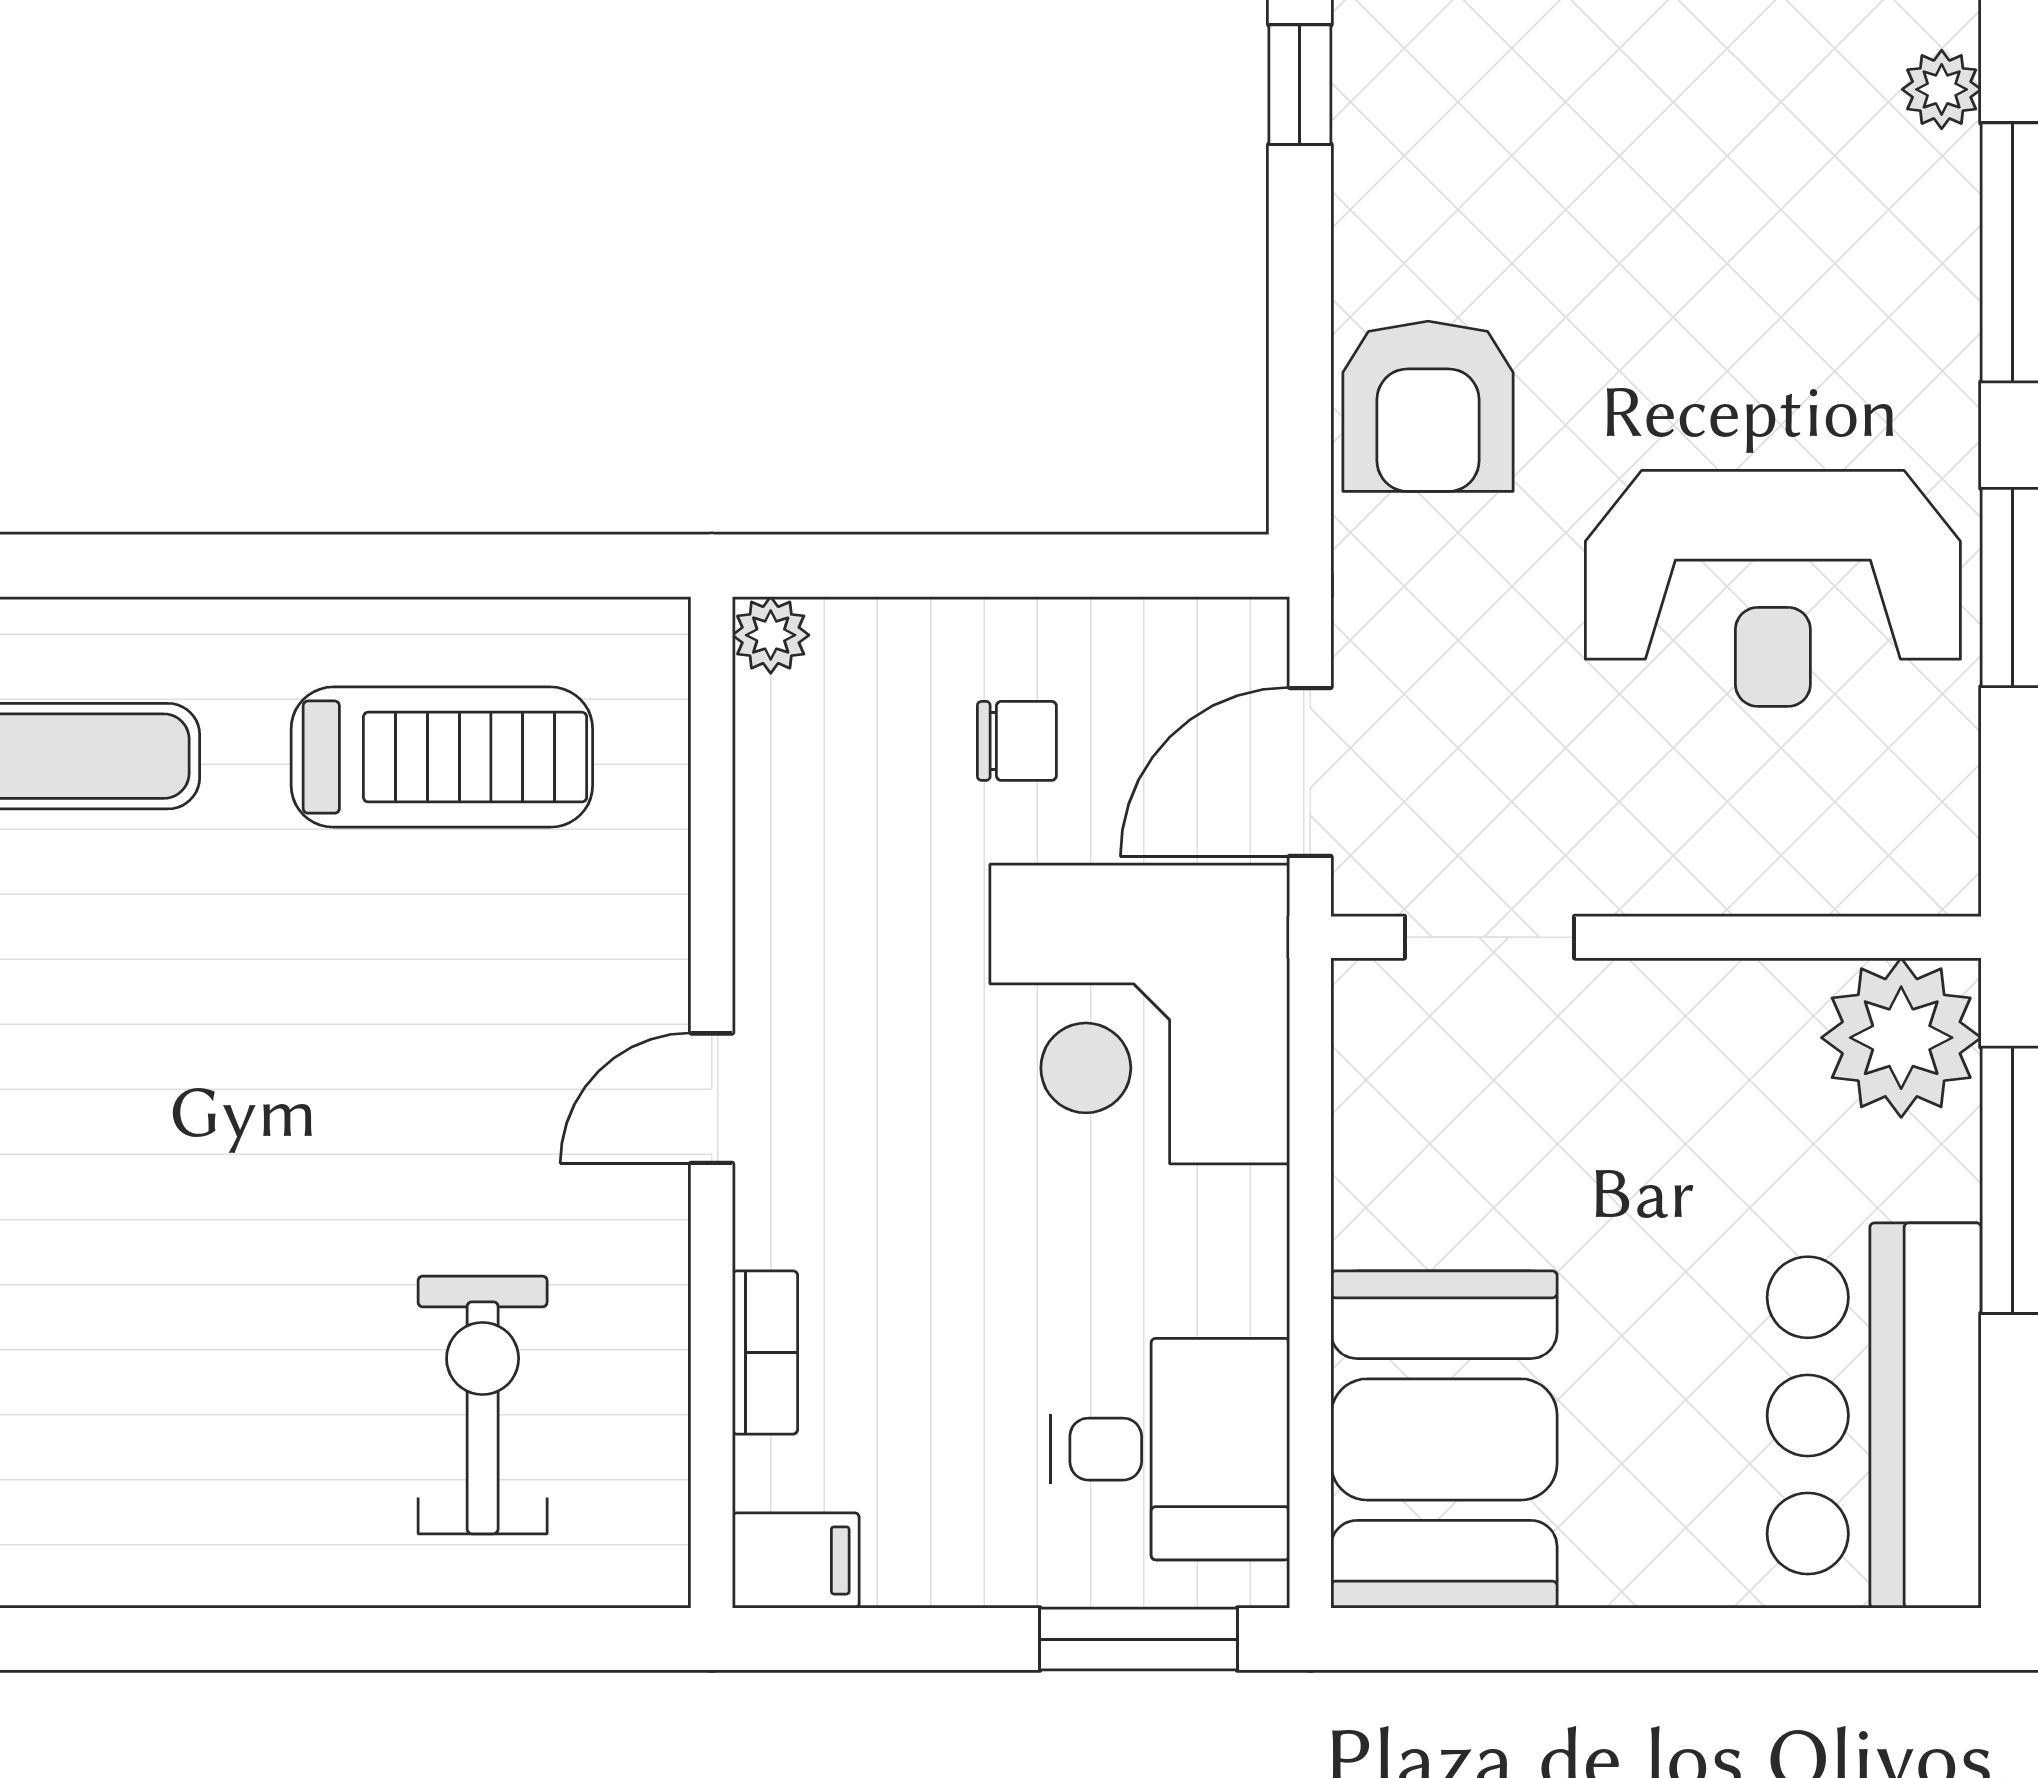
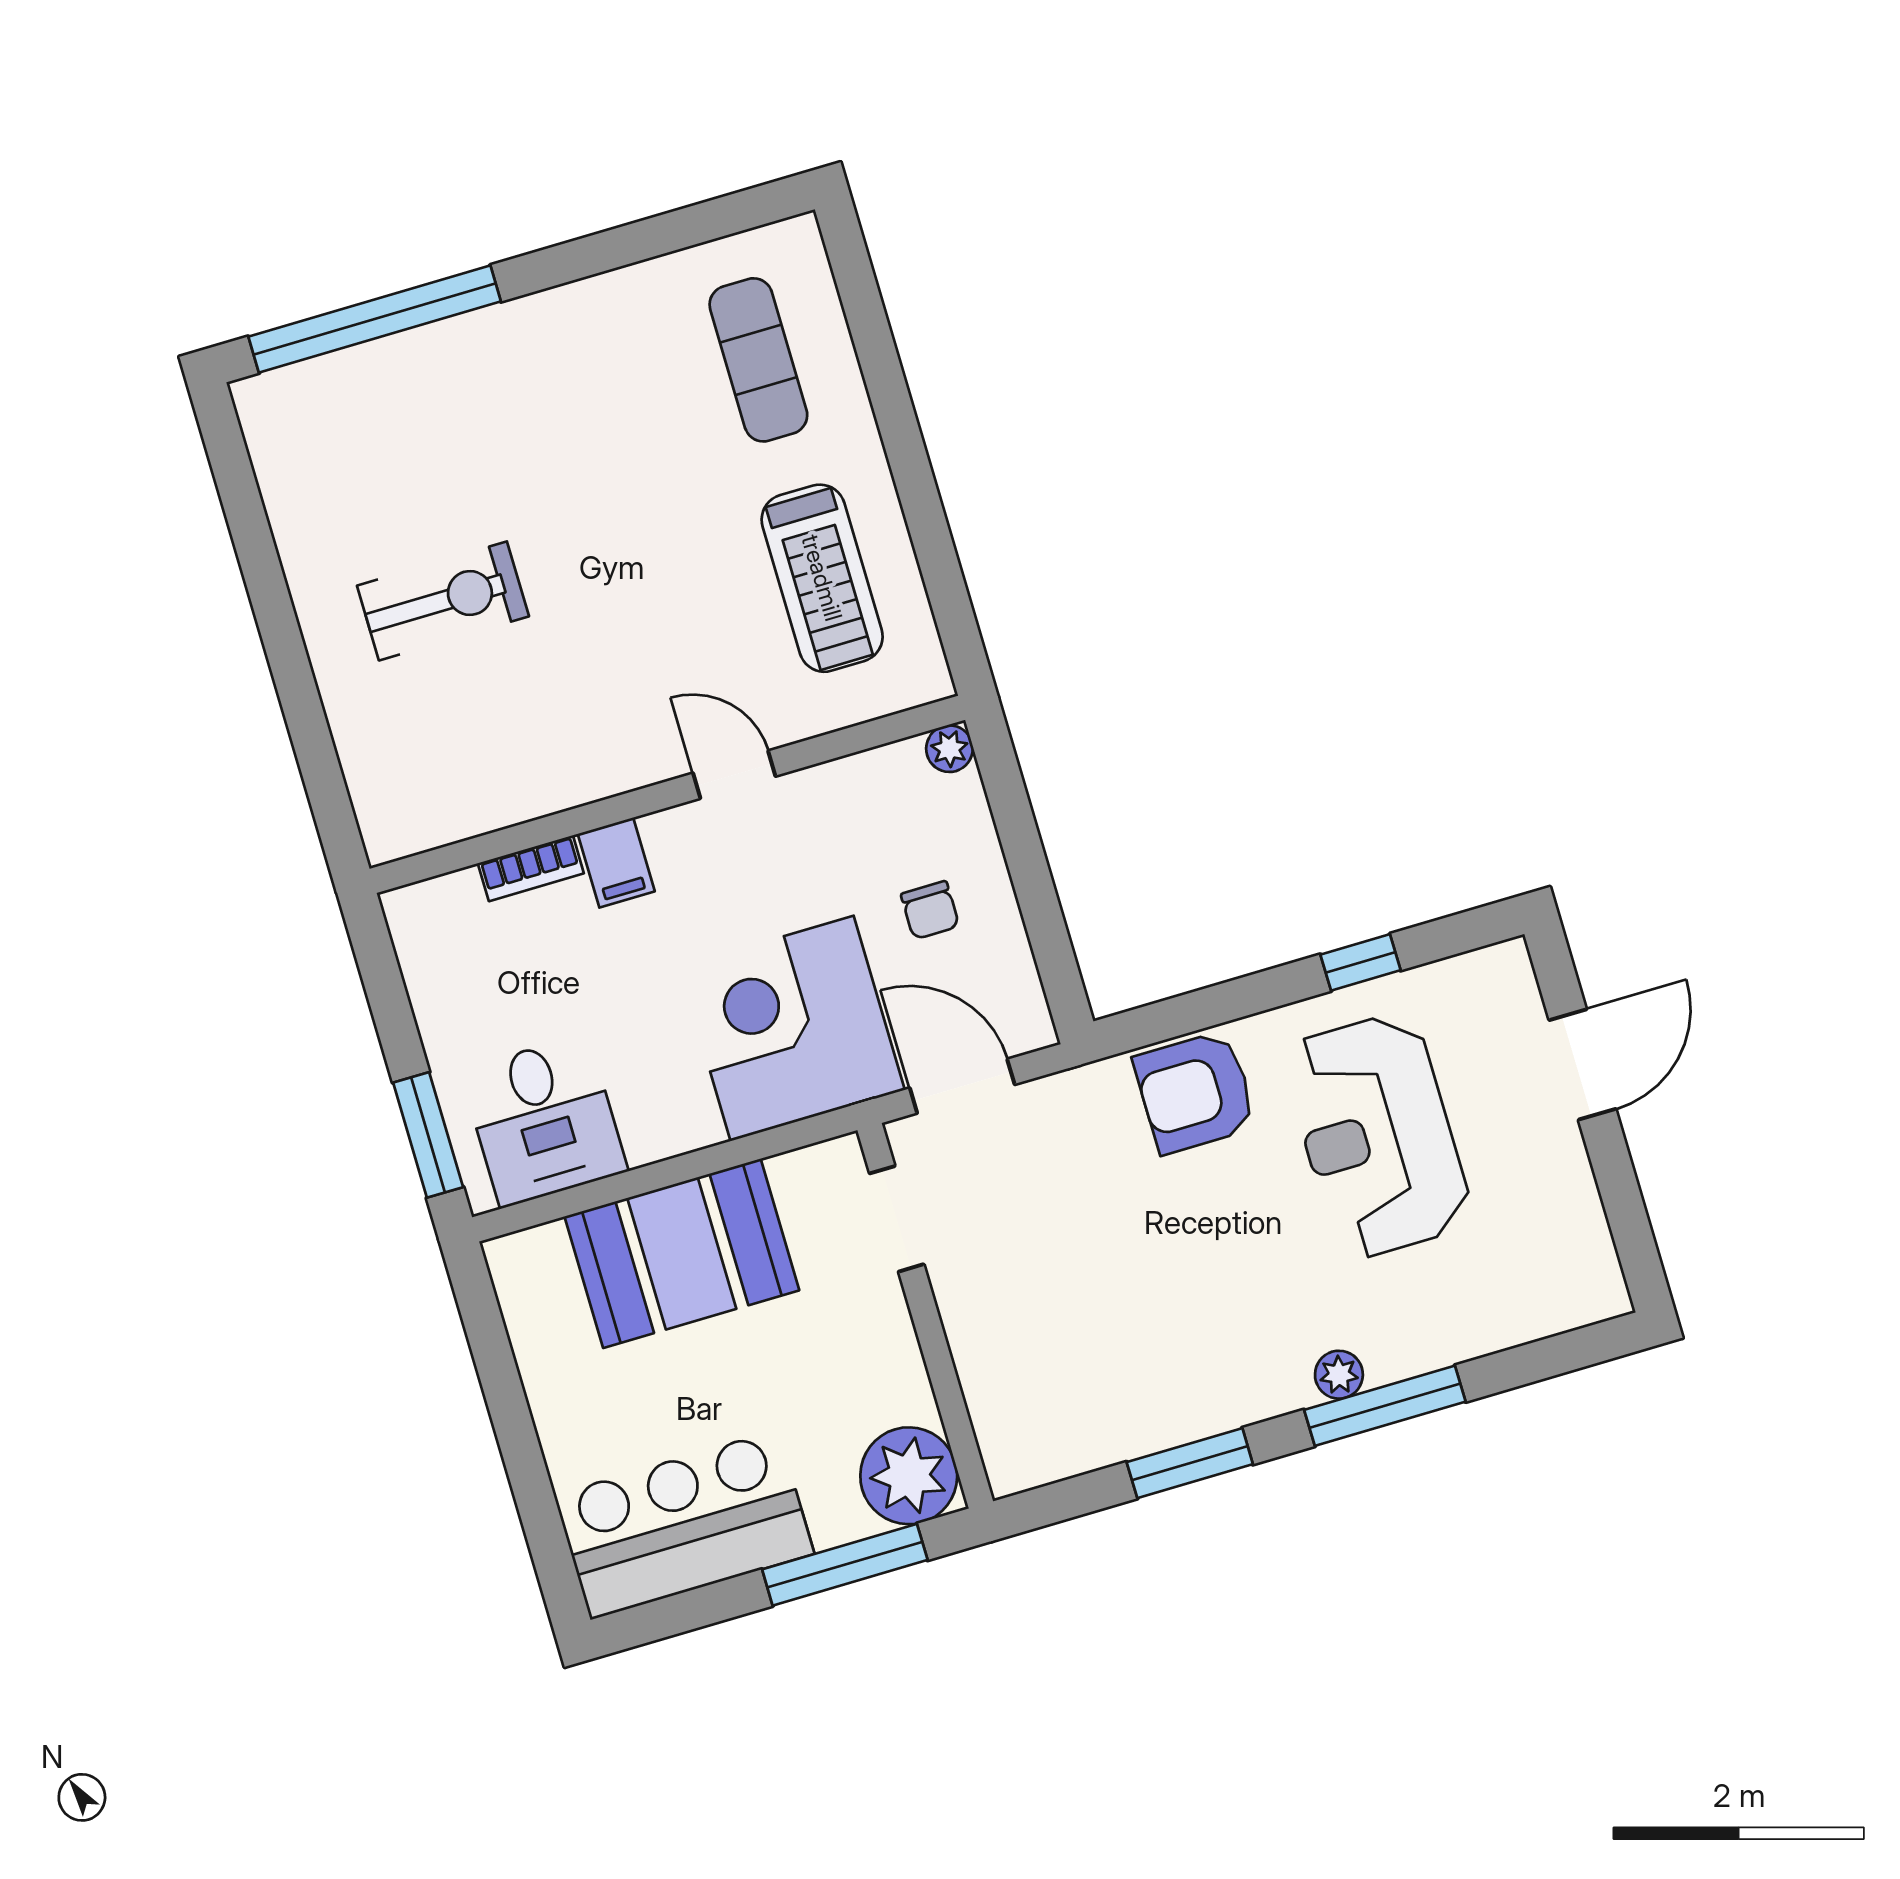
plant: (1942, 89) -> (1339, 1375), moved
reception desk: (1773, 588) -> (1377, 1136), moved
door: (712, 1098) -> (734, 775), moved
exercise bike: (483, 1405) -> (443, 601), moved
booth: (1444, 1439) -> (682, 1253), moved
filing cabinet: (796, 1560) -> (616, 863), moved

